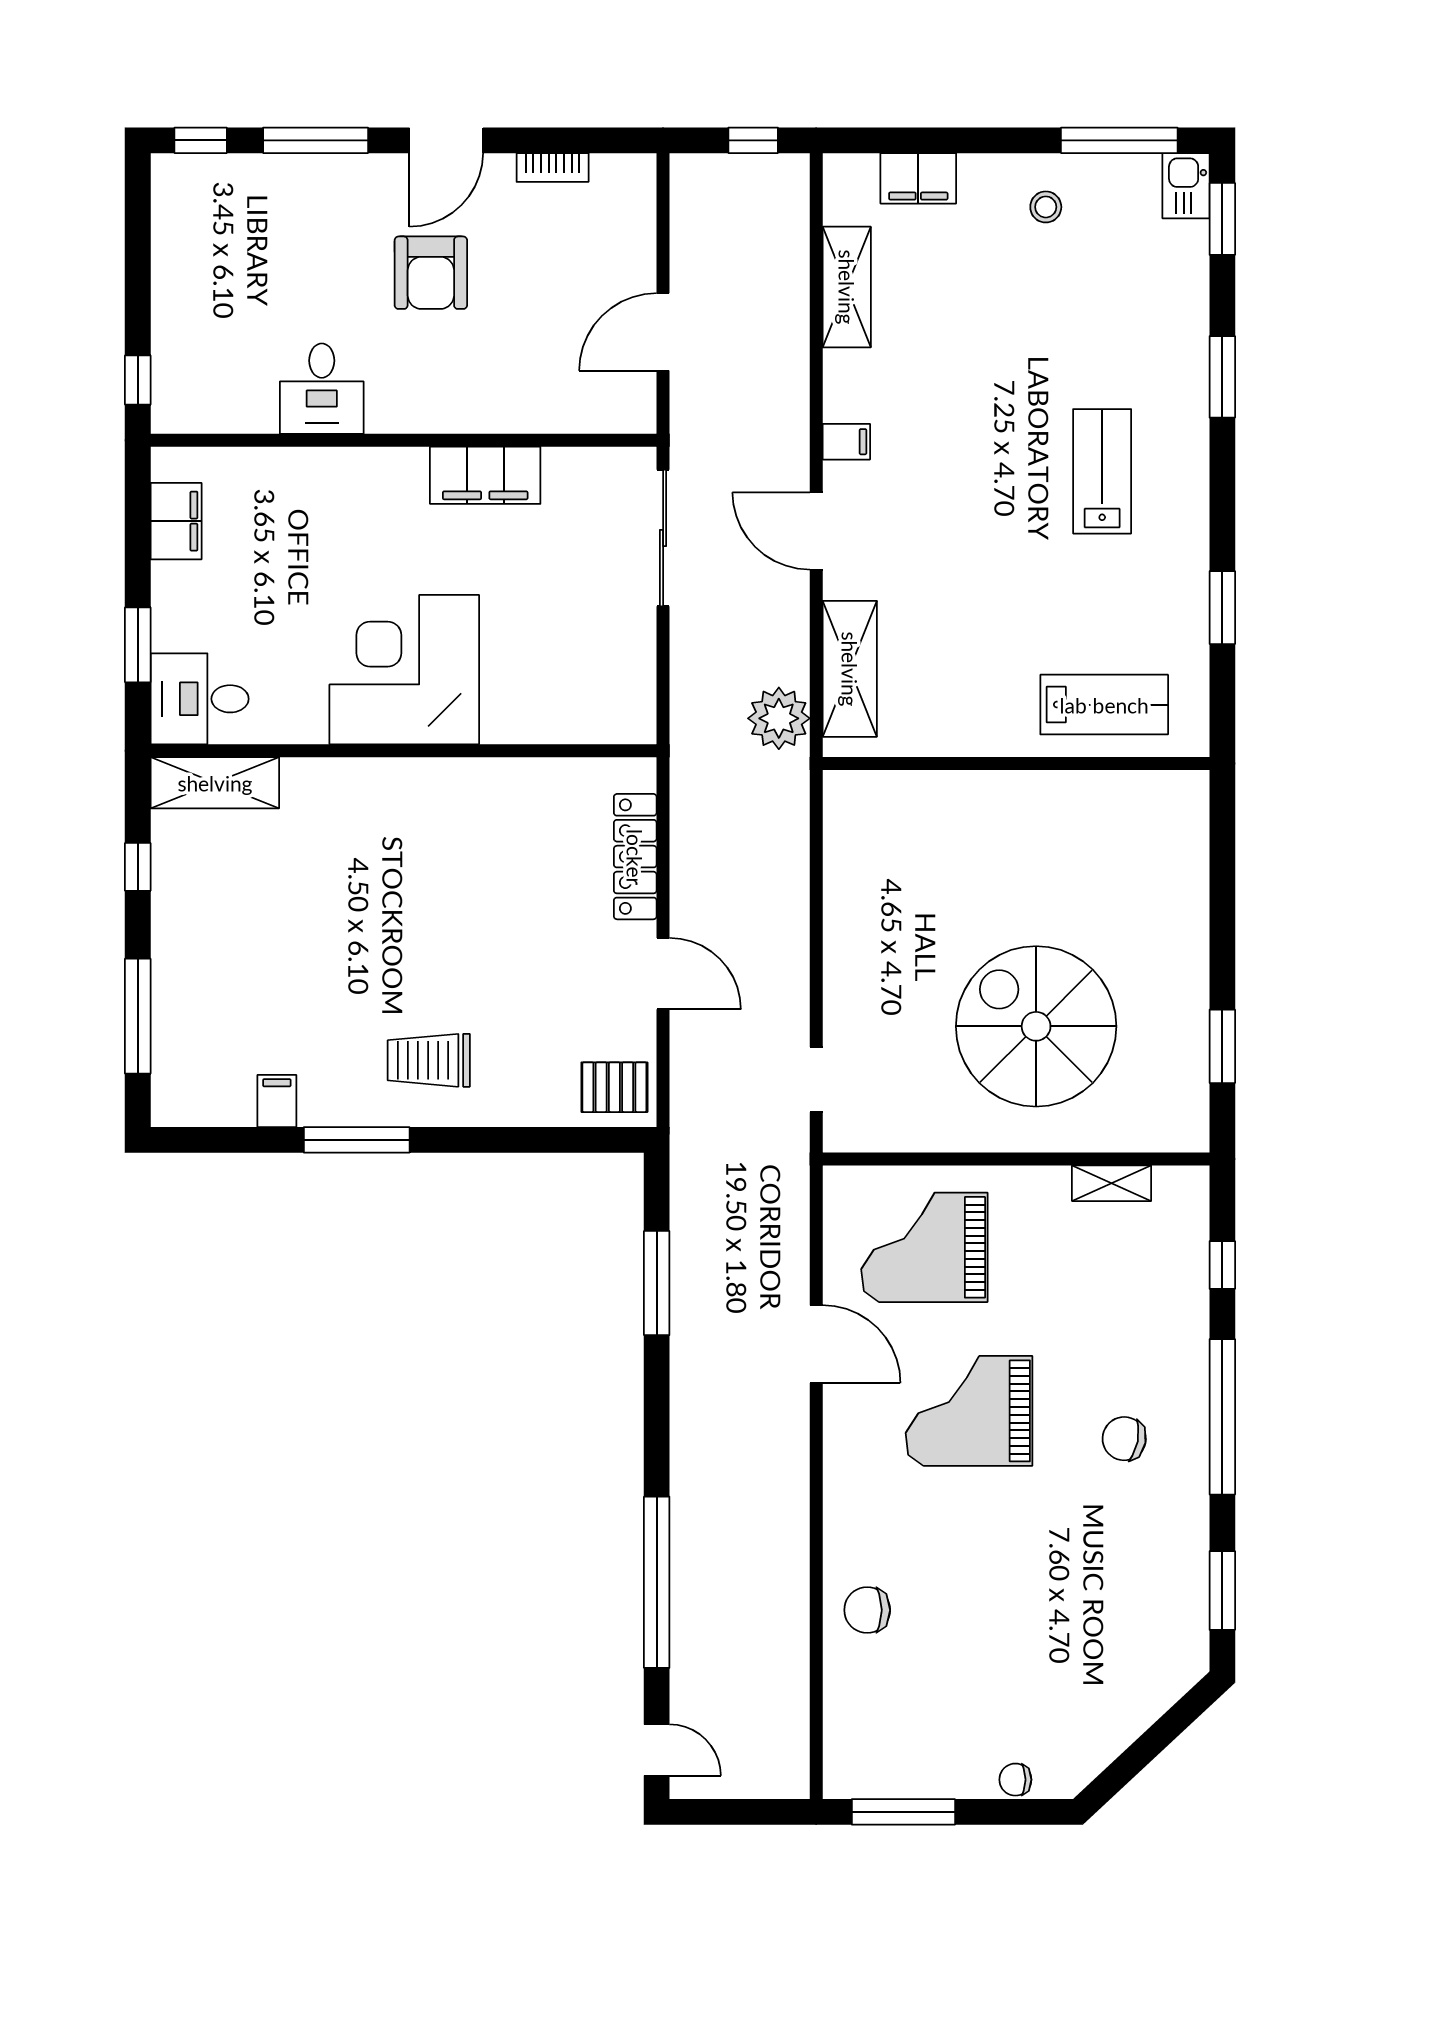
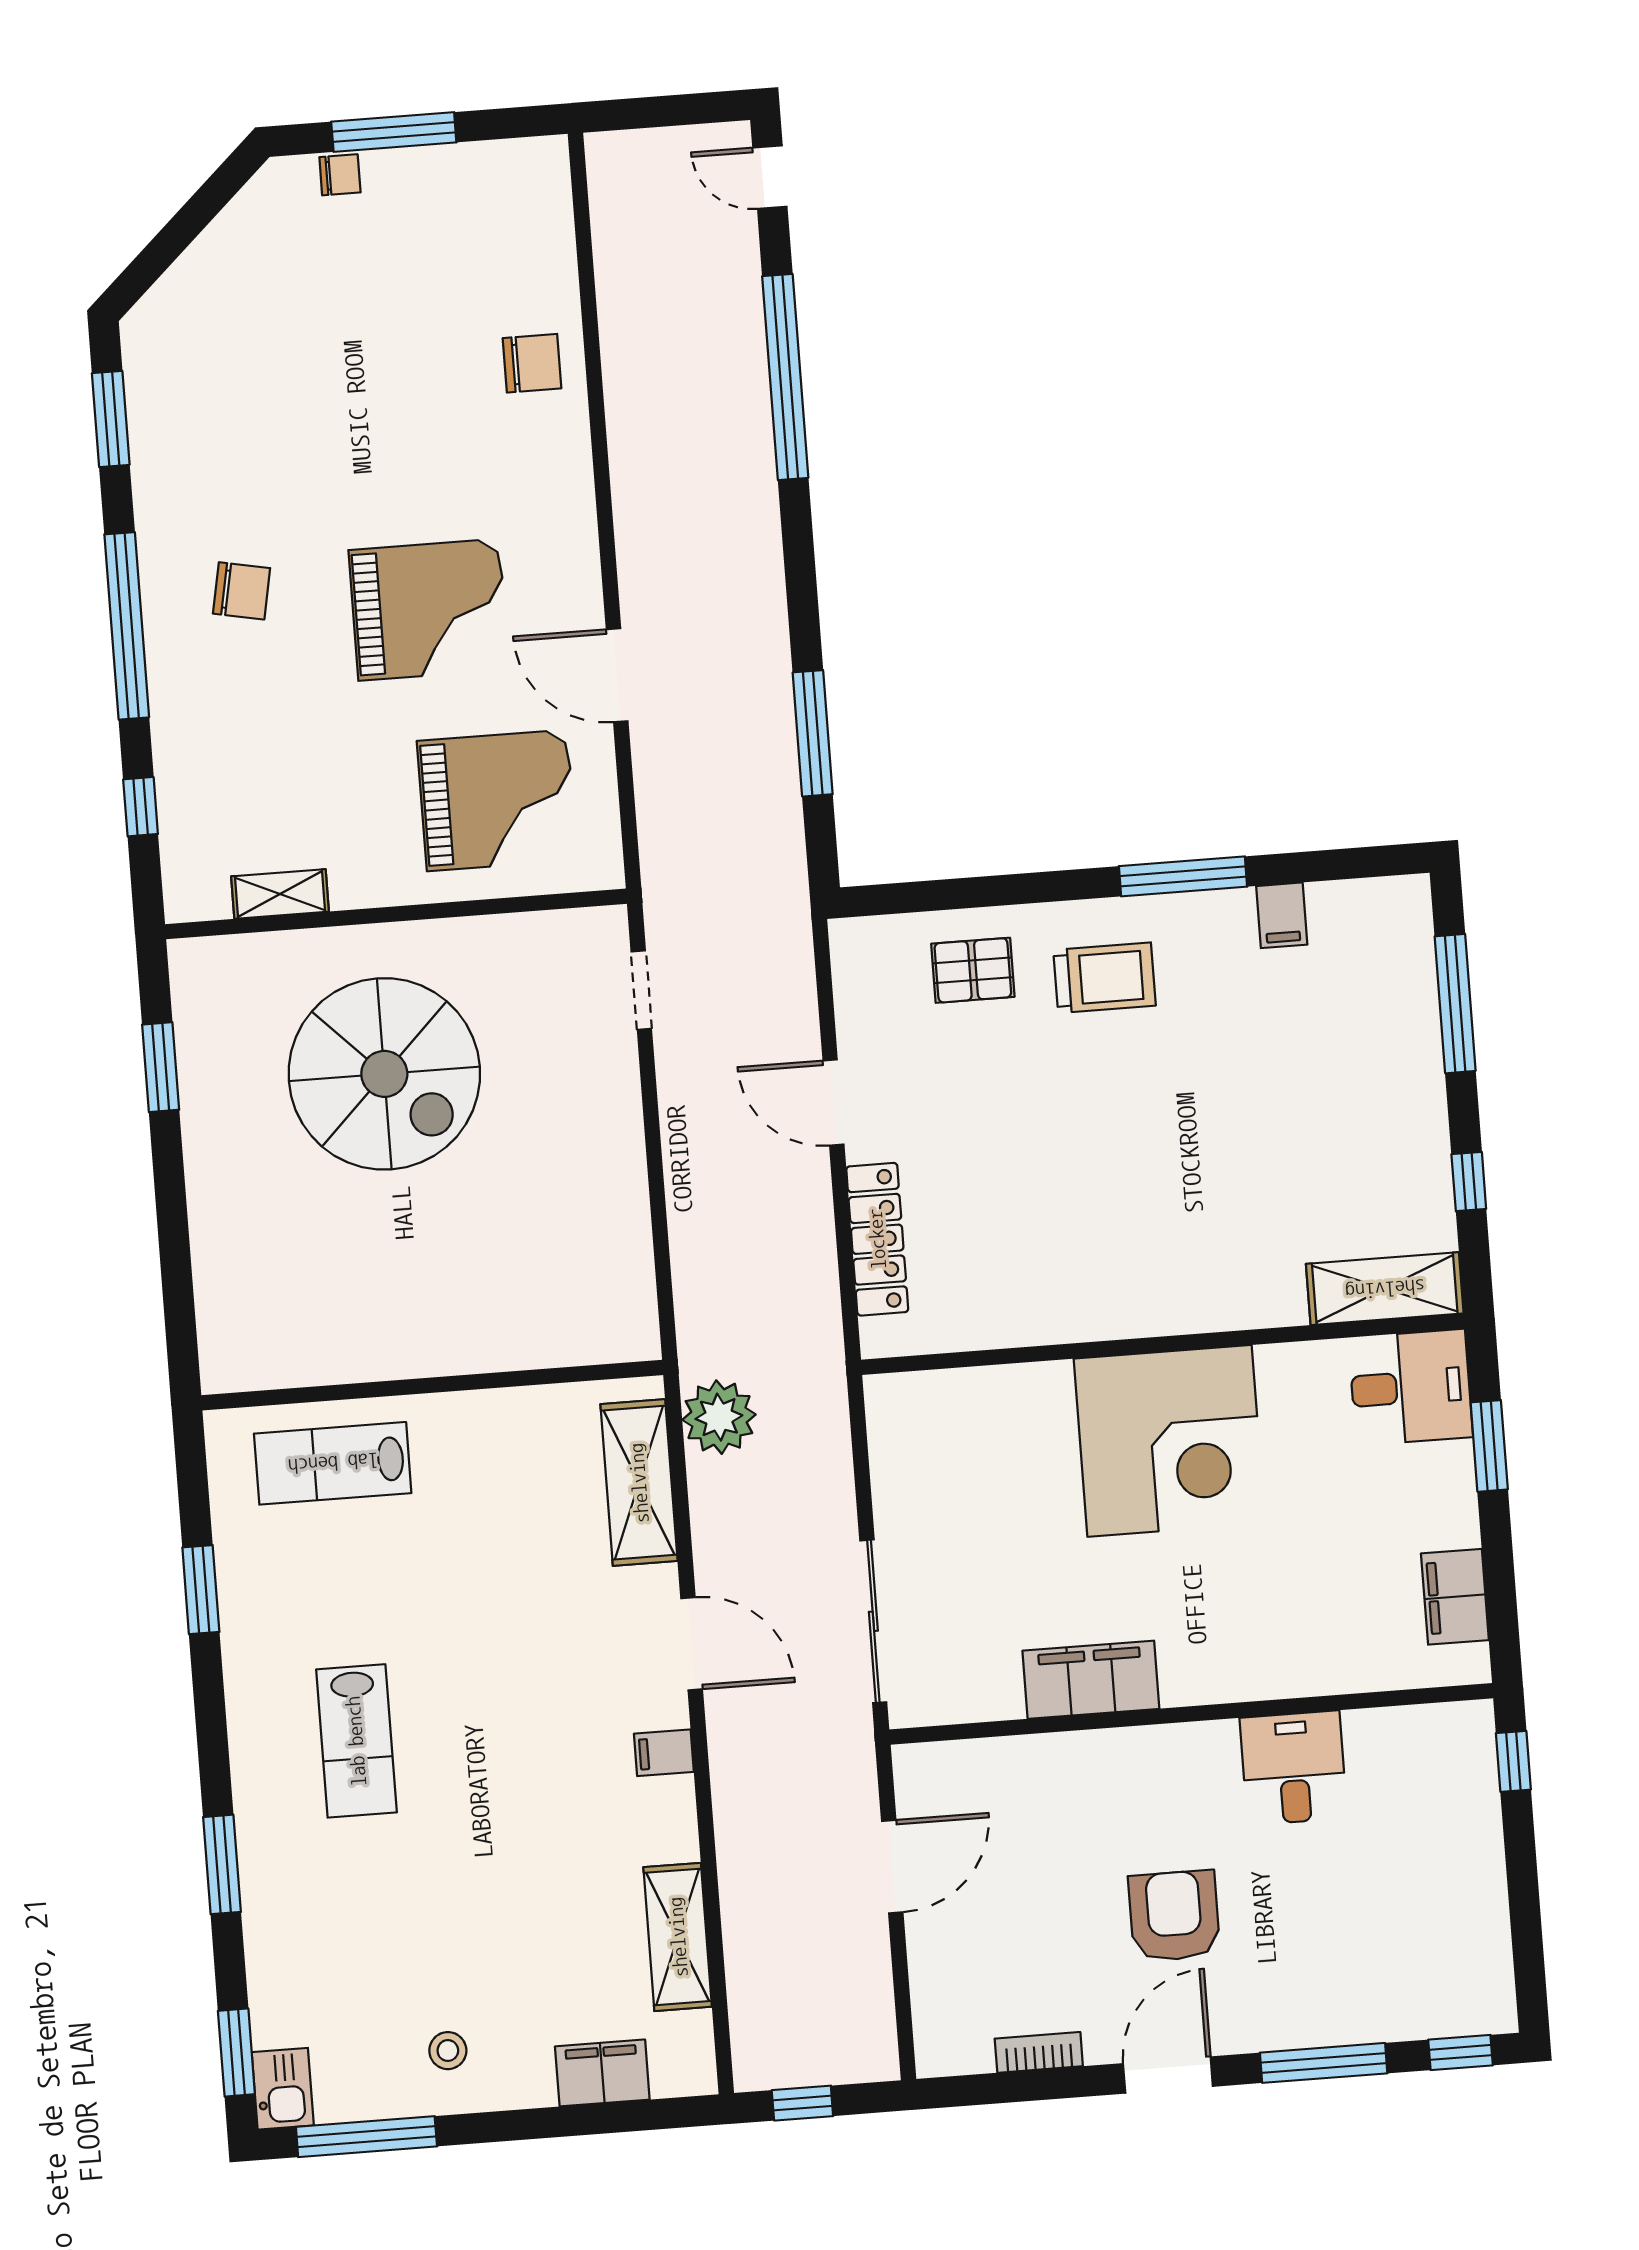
pallet: (614, 1087) -> (973, 970), moved
window: (903, 1812) -> (394, 132), moved

